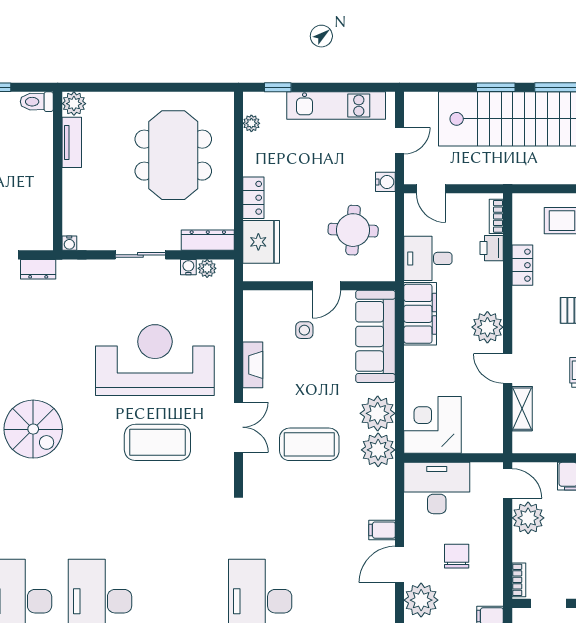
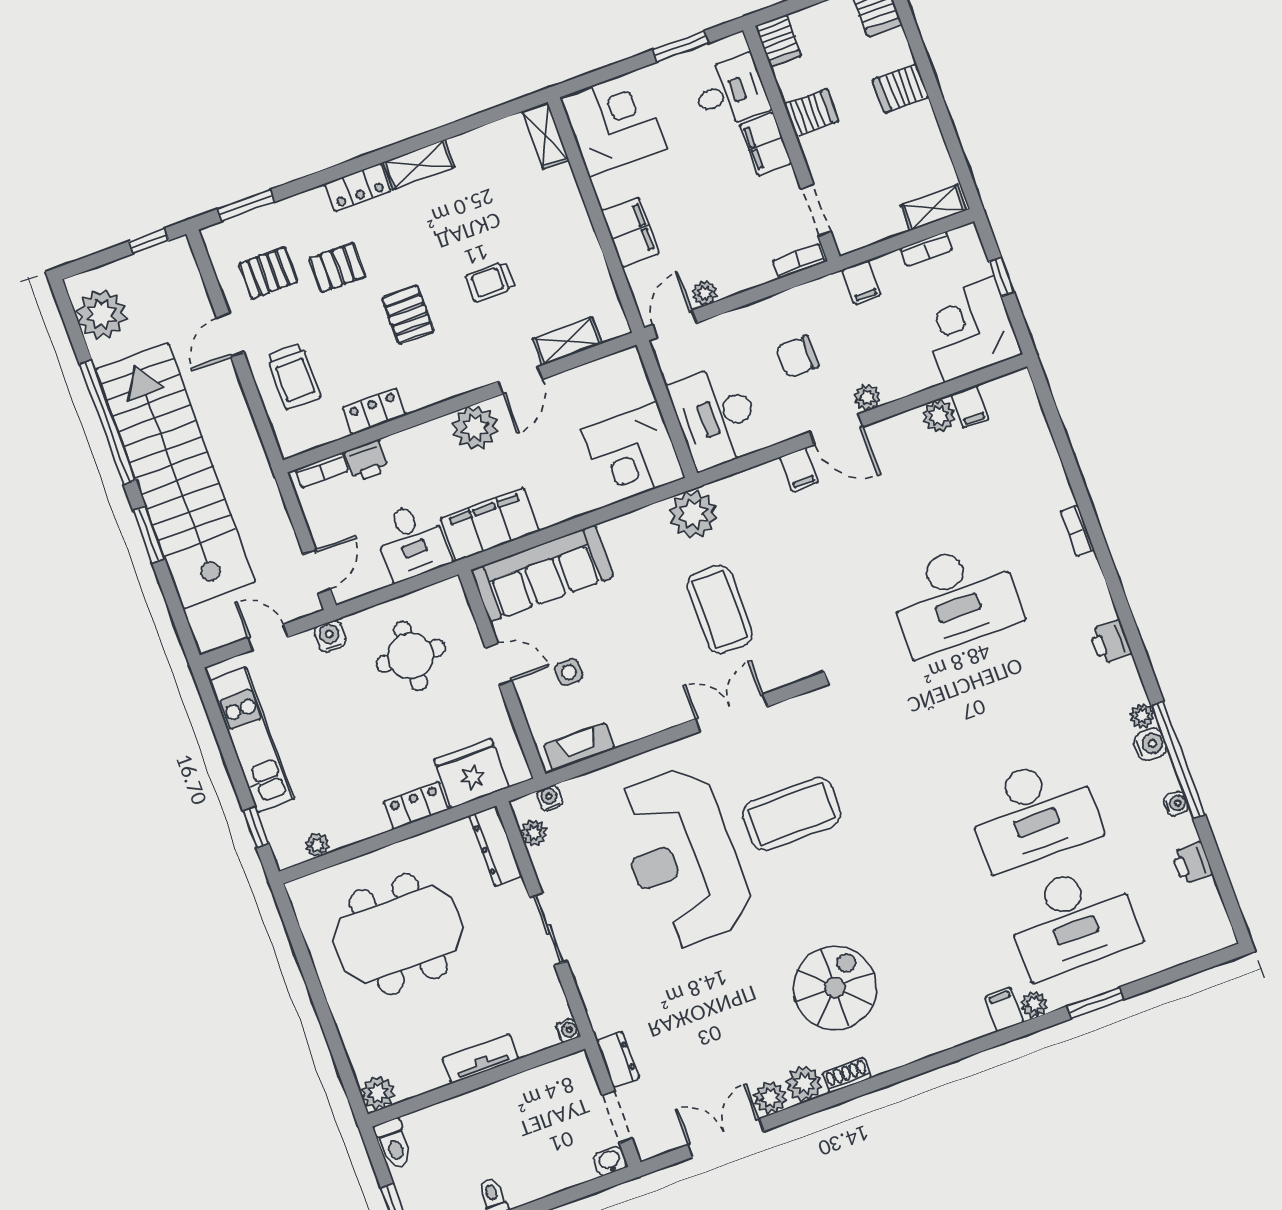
tv unit: (72, 142) -> (480, 1059), moved
water cooler: (188, 267) -> (549, 798), moved, turned 90
fireplace: (253, 365) -> (579, 747), moved
plant: (378, 413) -> (645, 533), removed
coffee table: (157, 442) -> (792, 814), turned 90
plant: (528, 518) -> (705, 293), width x0.53, depth x0.53
plant: (421, 600) -> (867, 397), width x0.53, depth x0.53

